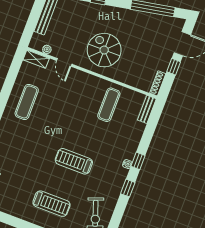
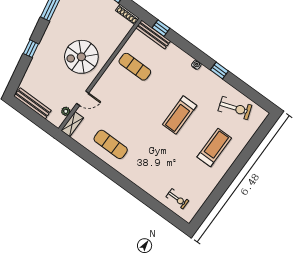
bench: (147, 109) -> (153, 34), width x1.36
window: (138, 161) -> (161, 28), moved

